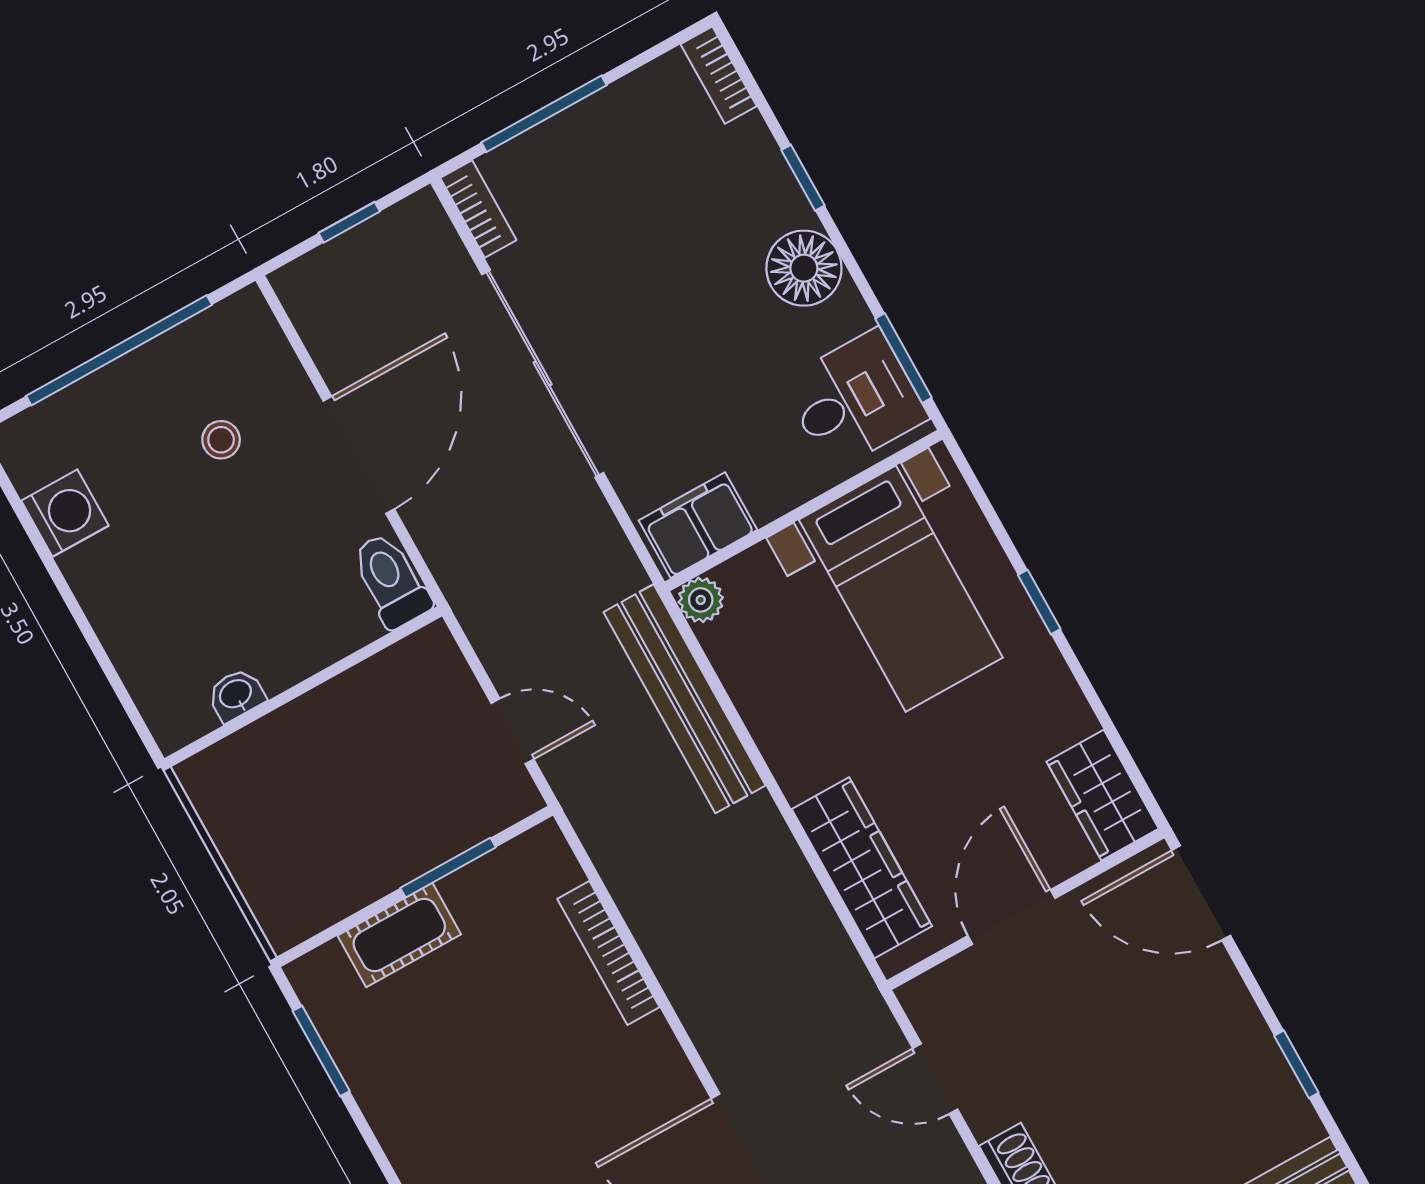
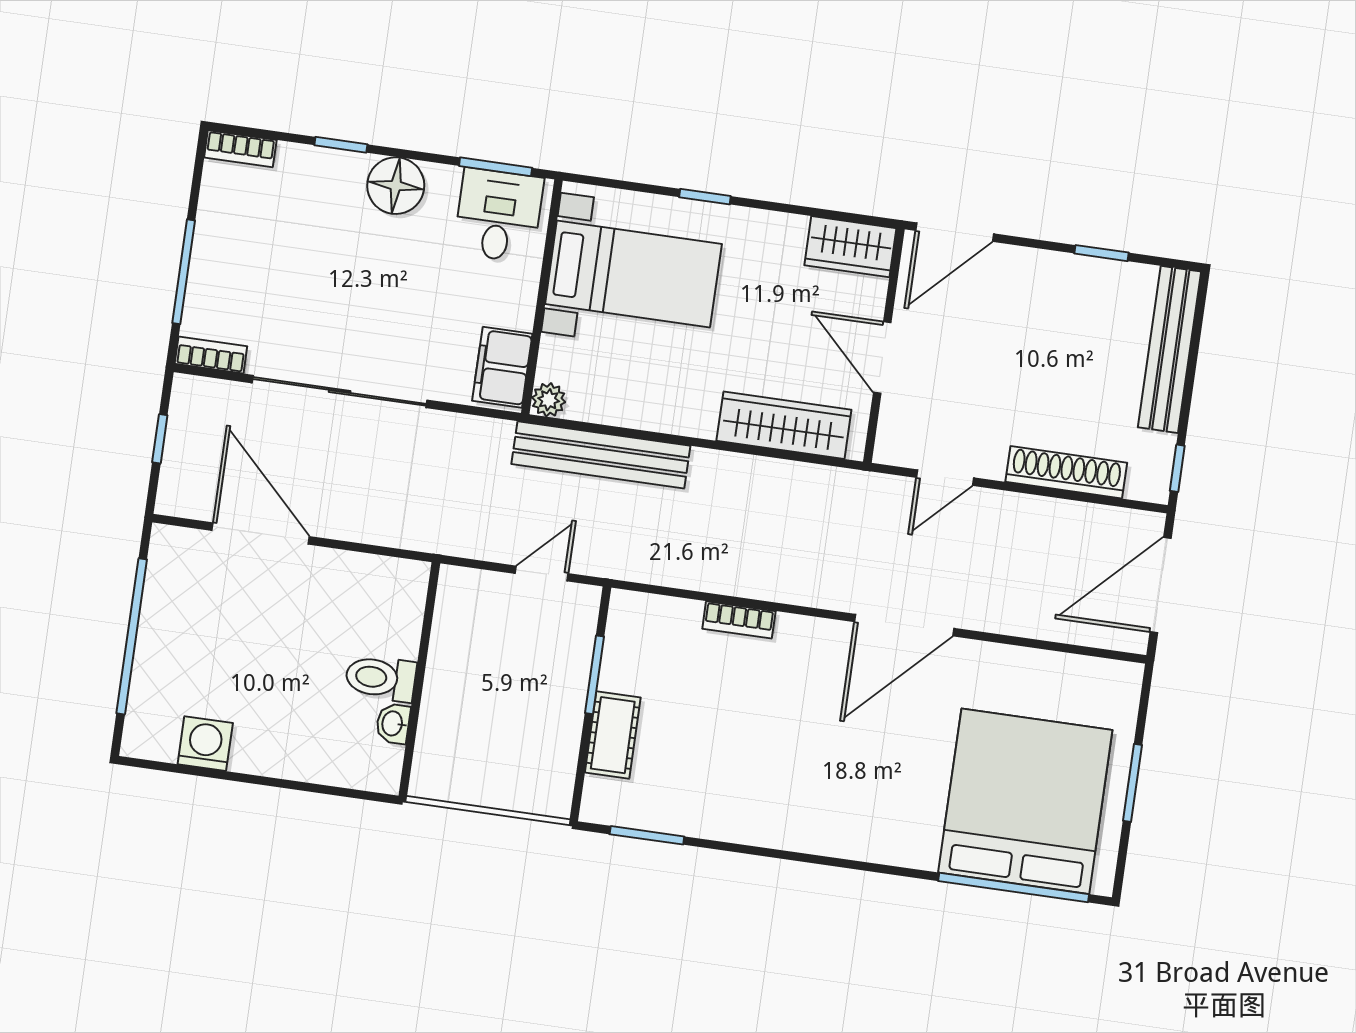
stool: (221, 440) -> (232, 616), removed
door: (359, 455) -> (261, 533), moved
toilet: (391, 580) -> (381, 678), moved
bookcase: (608, 953) -> (739, 620), width x0.64

